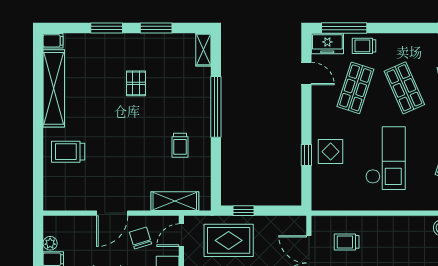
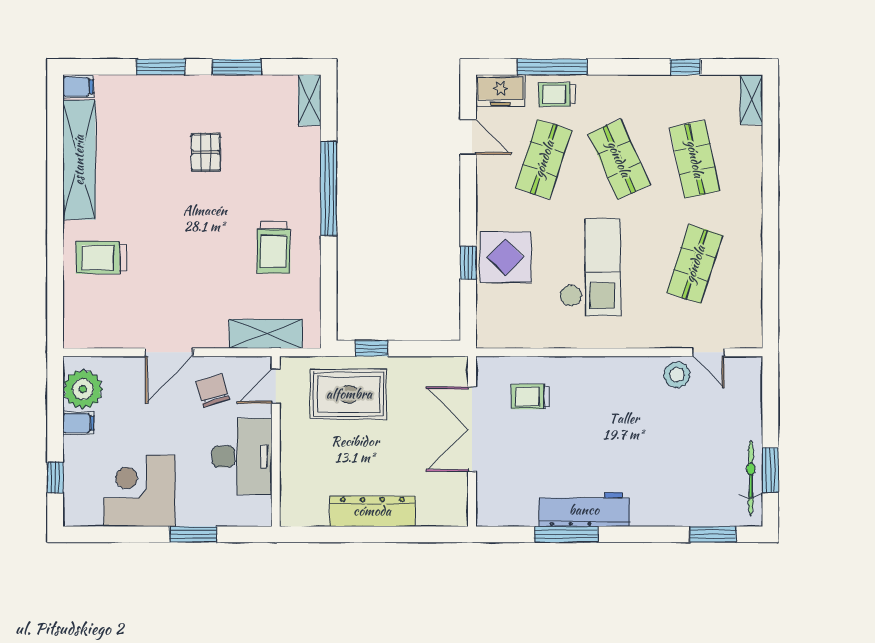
window: (344, 28) -> (552, 67), moved
trolley: (180, 145) -> (274, 248), width x1.36, depth x1.39
display table: (331, 152) -> (505, 257), width x1.36, depth x1.36
plant: (50, 243) -> (83, 389), width x1.88, depth x1.88

